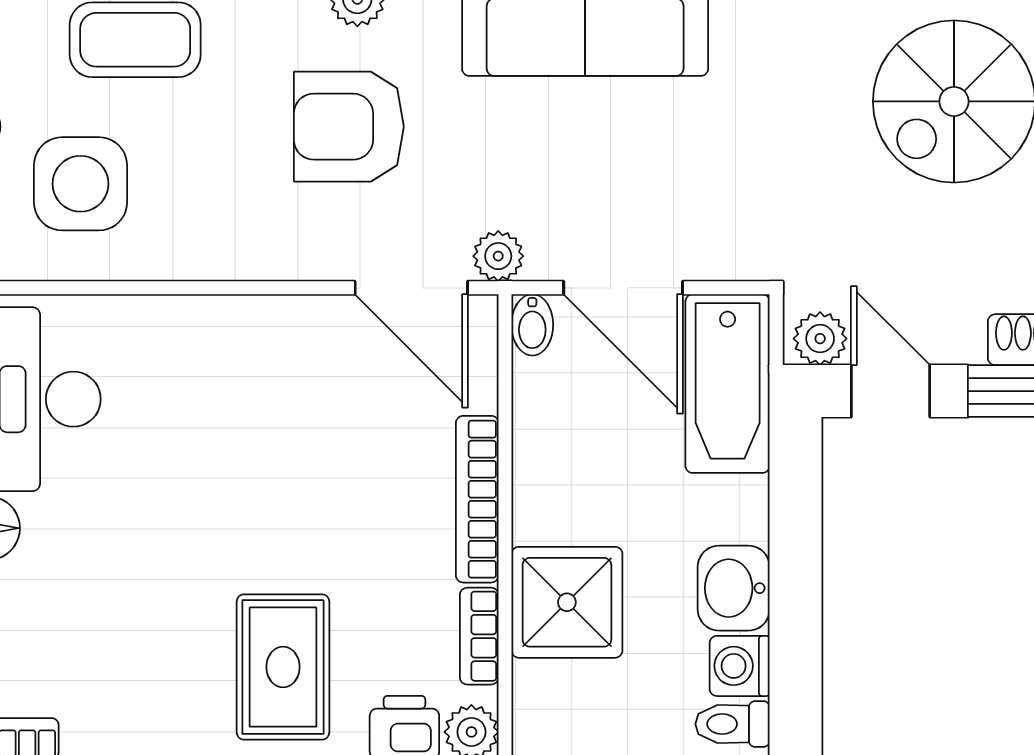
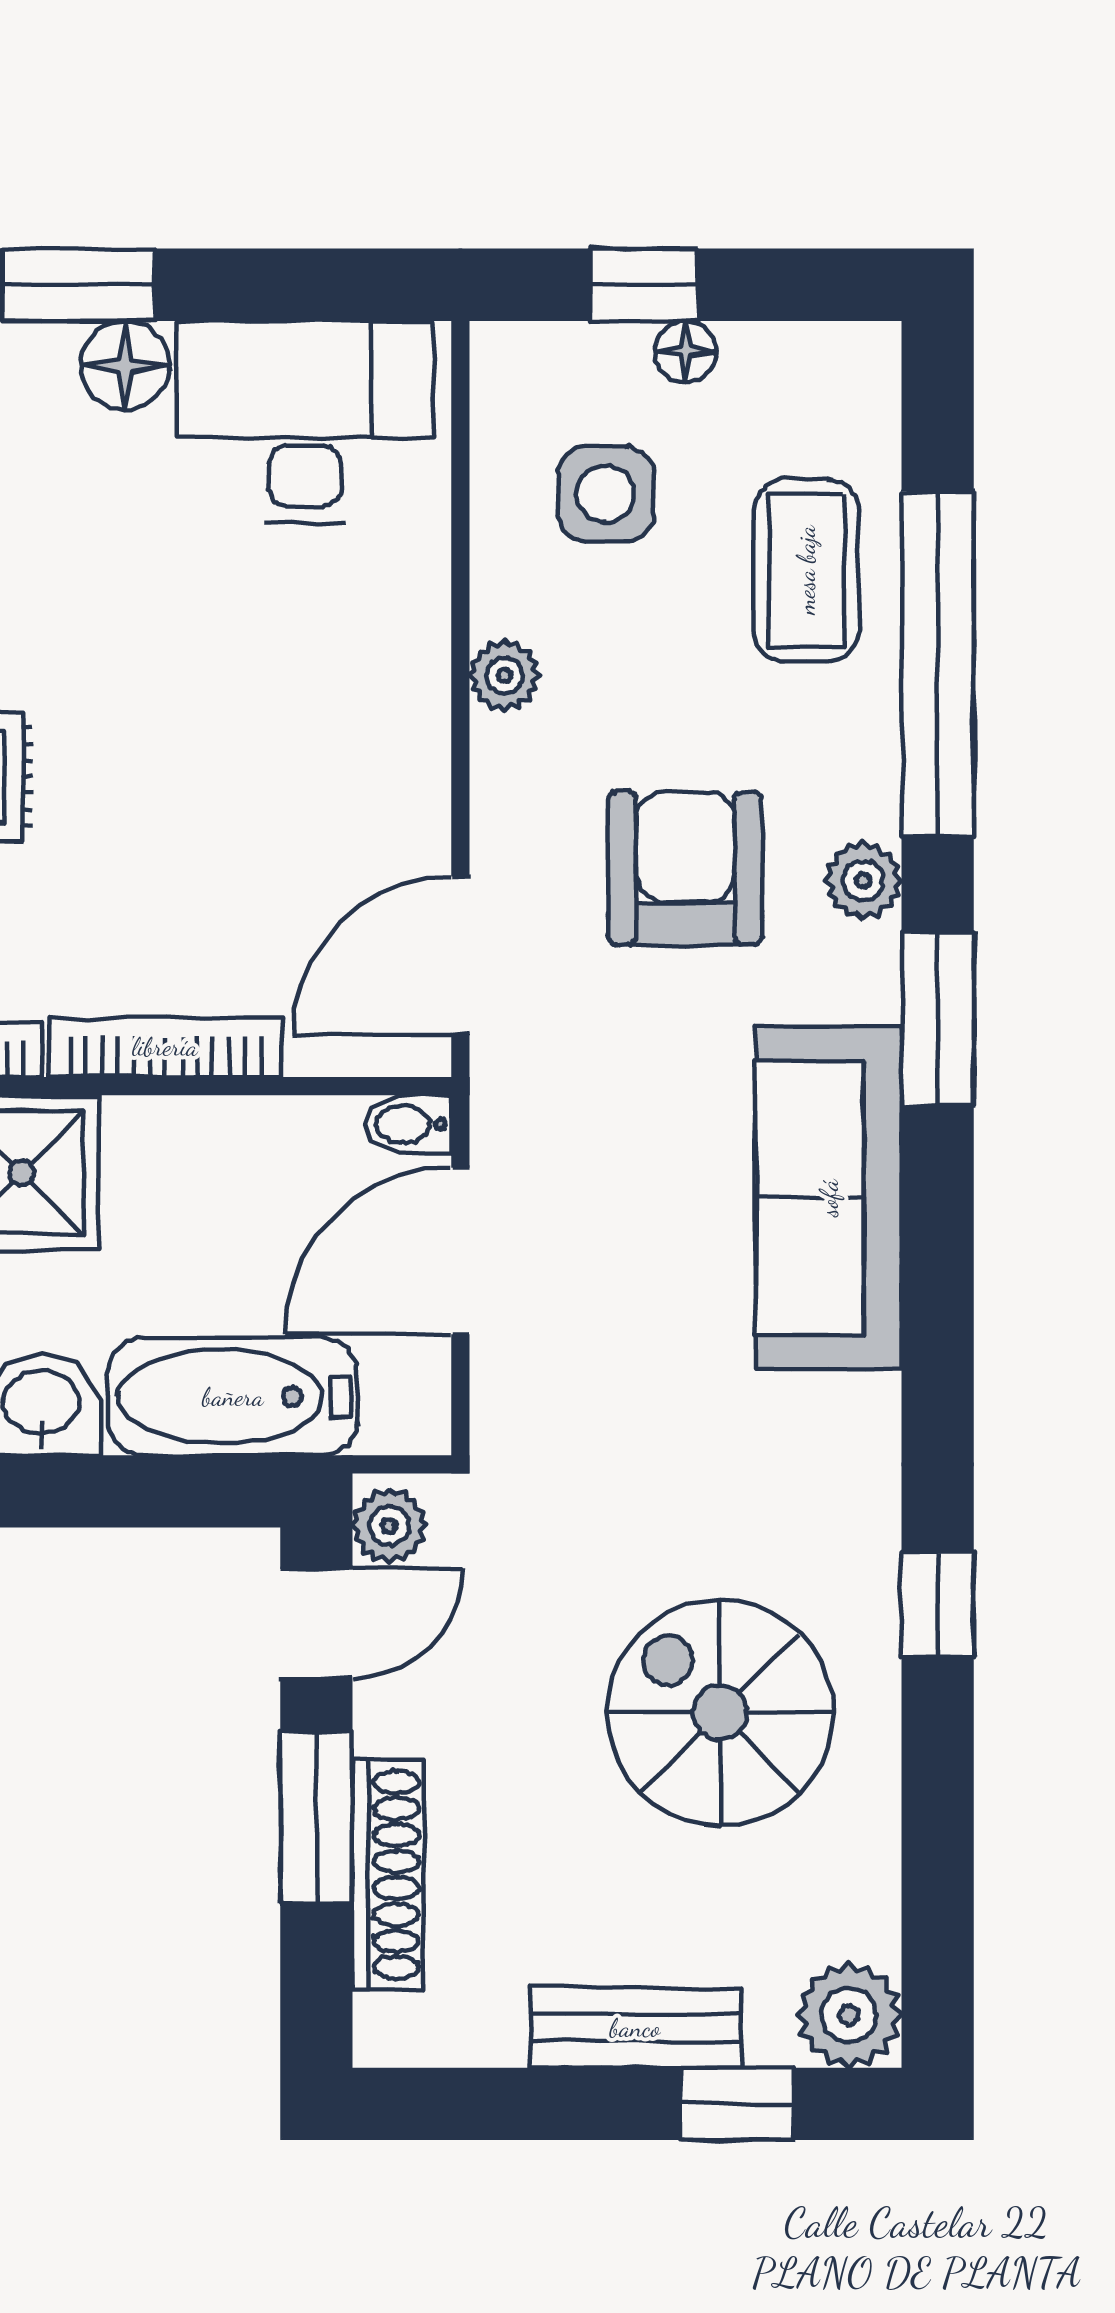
side table: (81, 184) -> (605, 494), width x0.73, depth x0.73
plant: (498, 256) -> (505, 676), moved
bathtub: (728, 384) -> (233, 1397), moved

